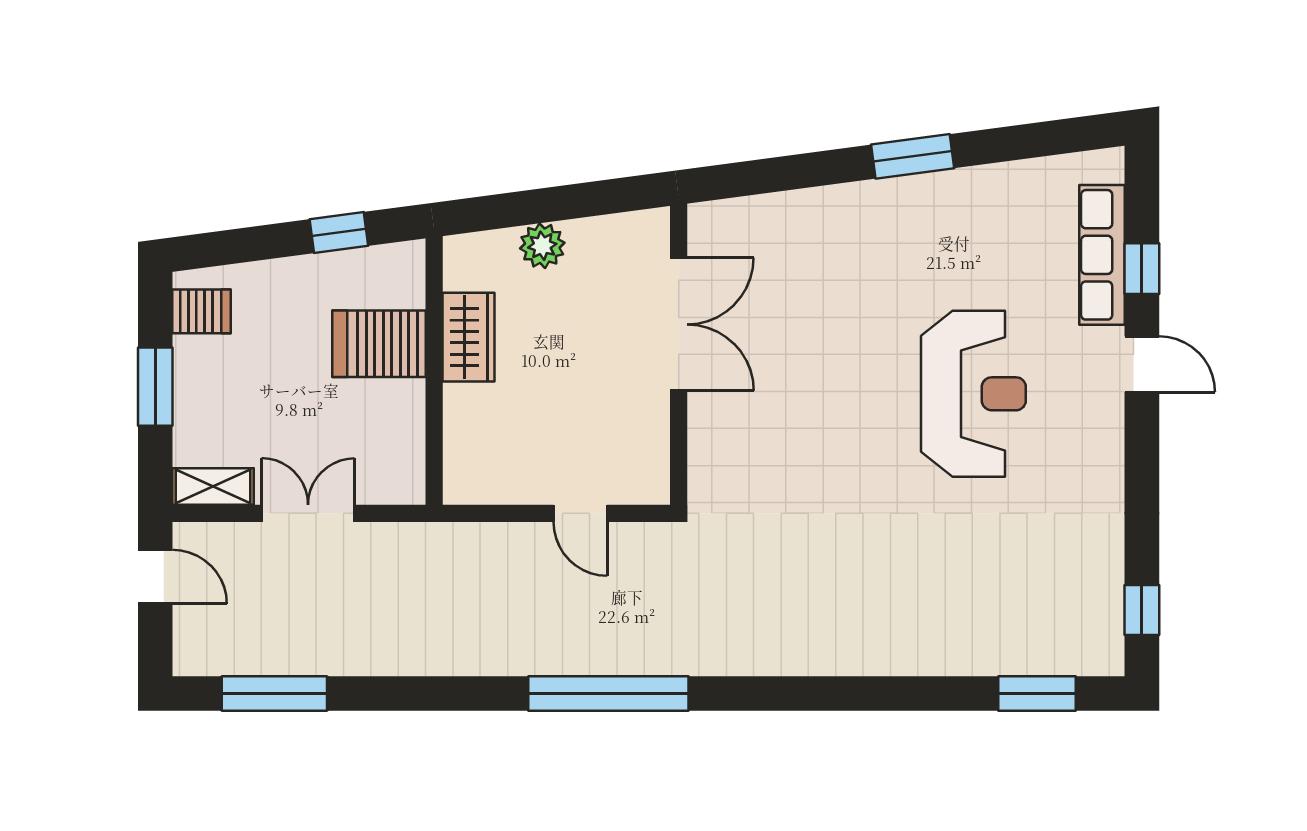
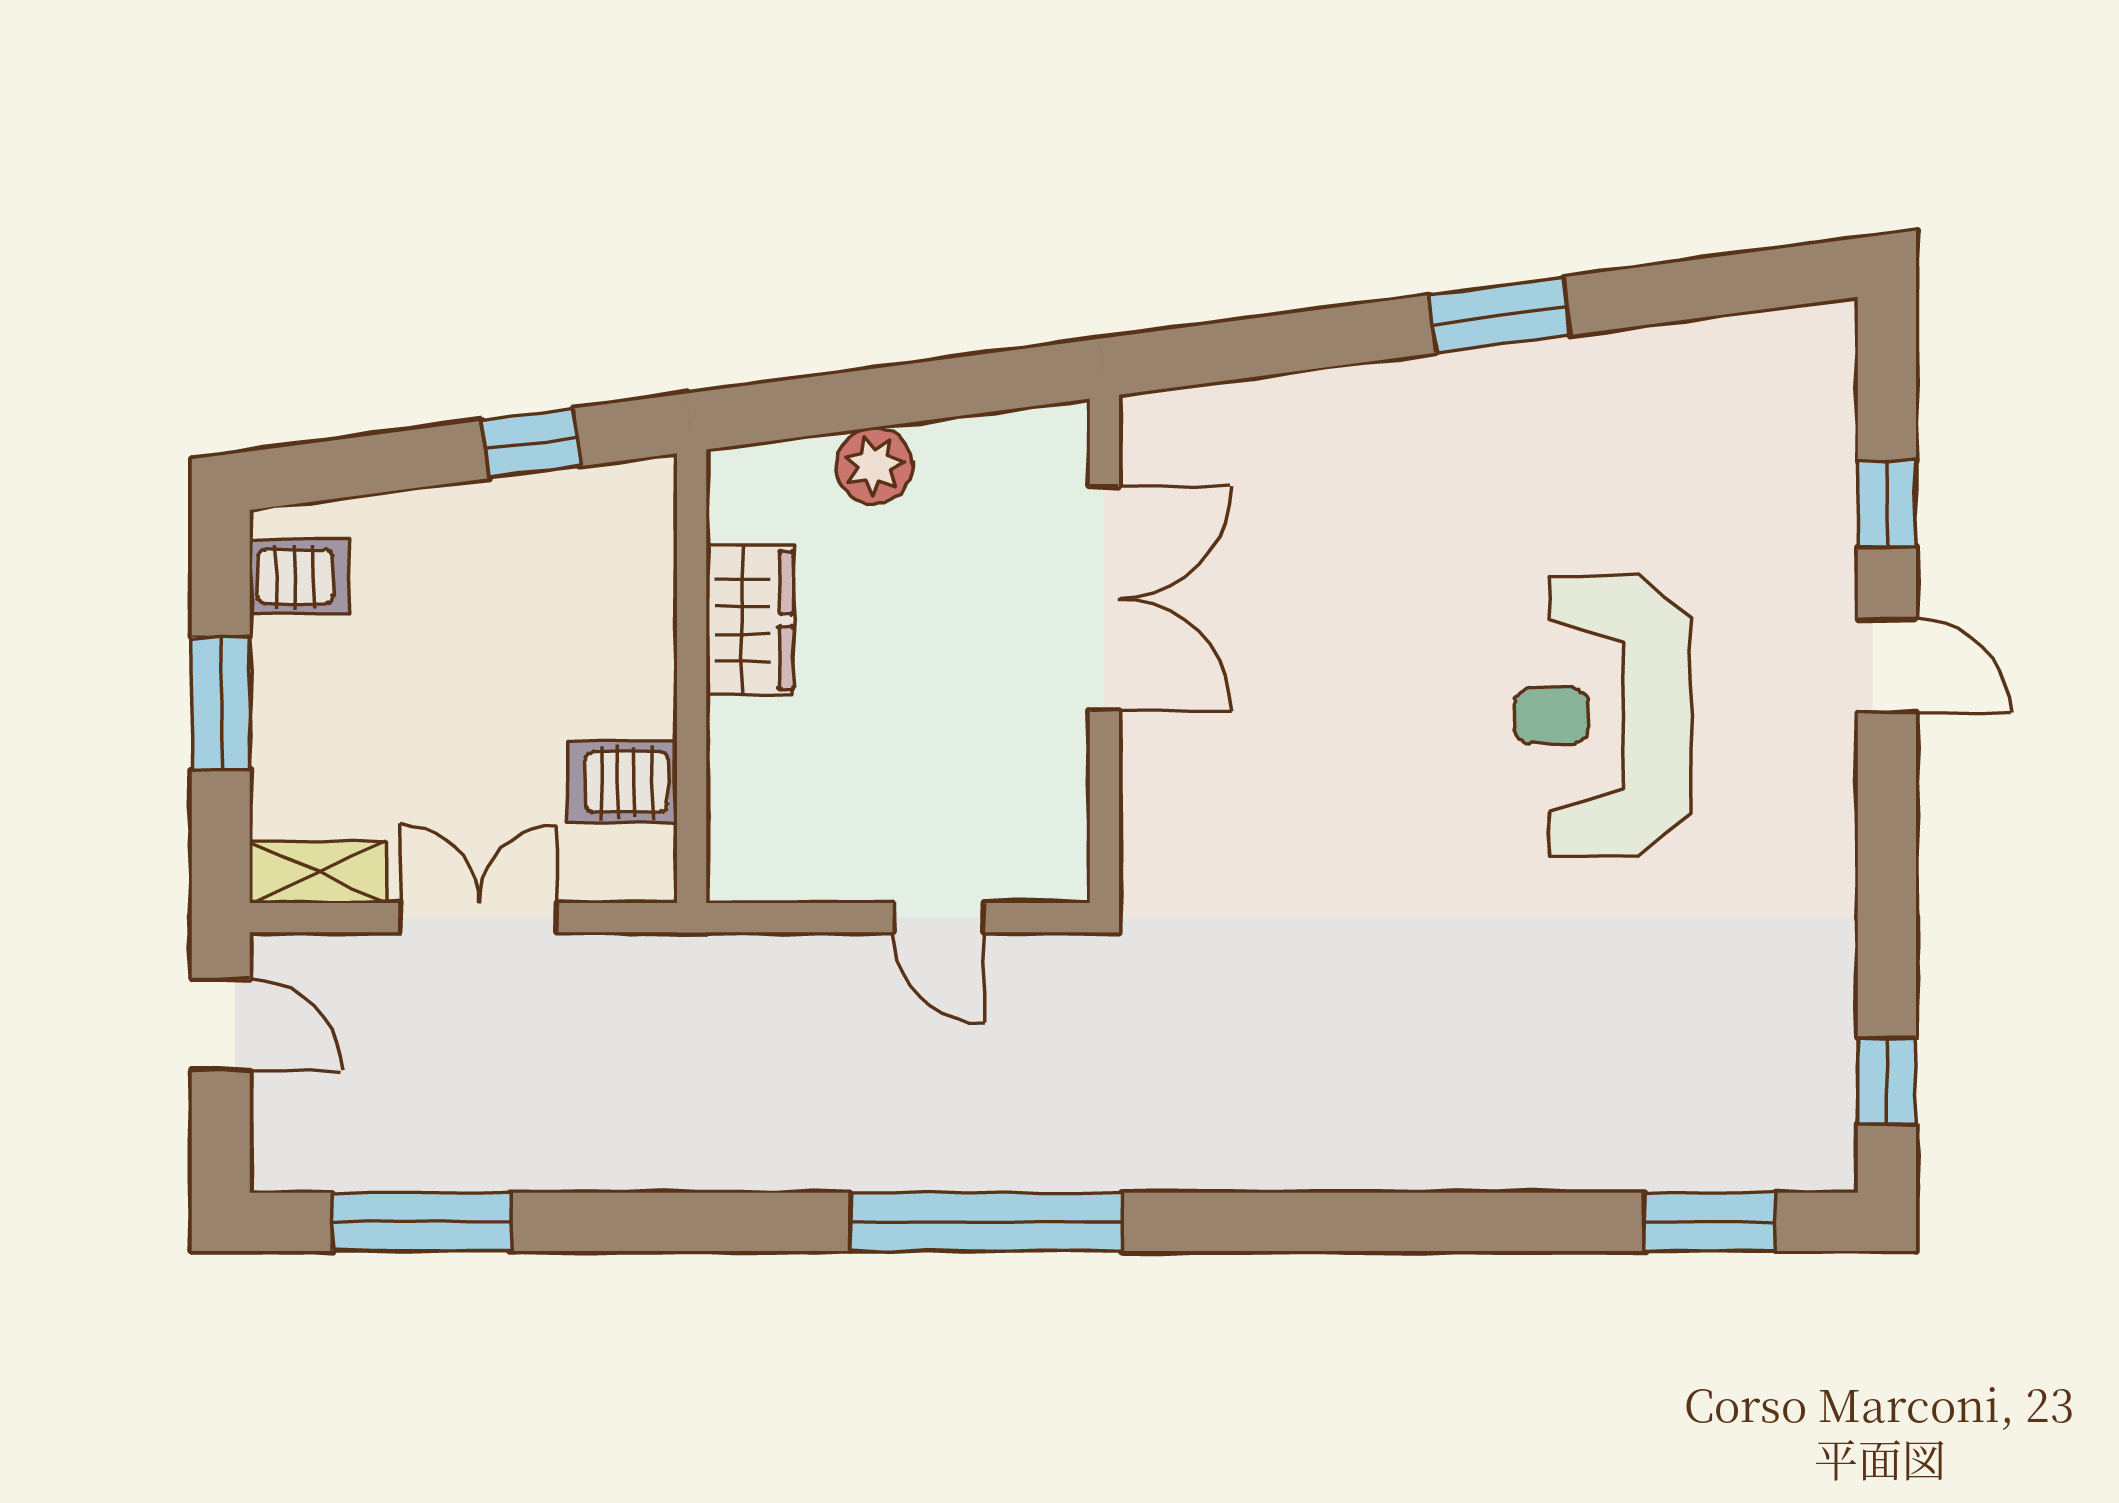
row of seats: (1102, 255) -> (1820, 481), removed
server rack: (379, 344) -> (622, 782), moved, width x0.73, depth x0.70
reception desk: (973, 394) -> (1602, 716), turned 180

